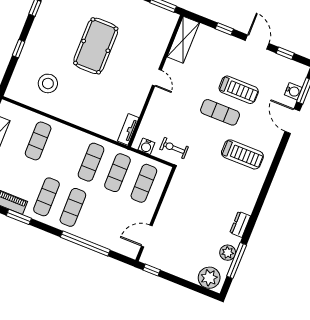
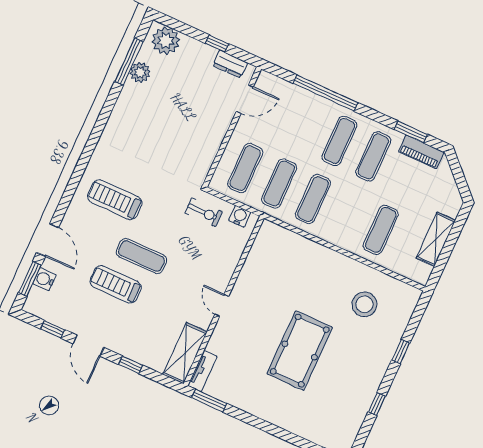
tv unit: (128, 129) -> (202, 371), moved
dresser: (240, 224) -> (230, 64), moved, turned 90
window: (152, 270) -> (217, 44), moved

